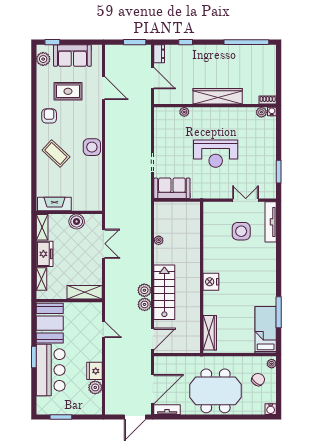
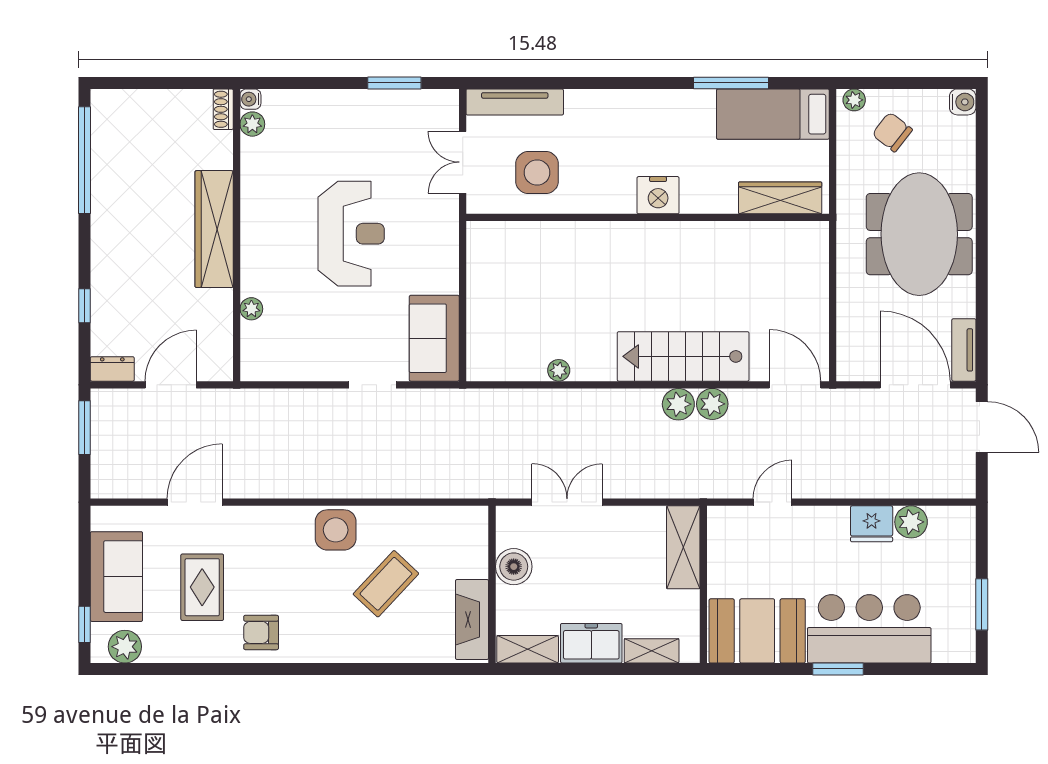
coffee table: (56, 154) -> (386, 584), moved
wall: (202, 277) -> (648, 217), moved
nightstand: (211, 282) -> (658, 195), moved
wardrobe: (210, 333) -> (780, 198), moved

